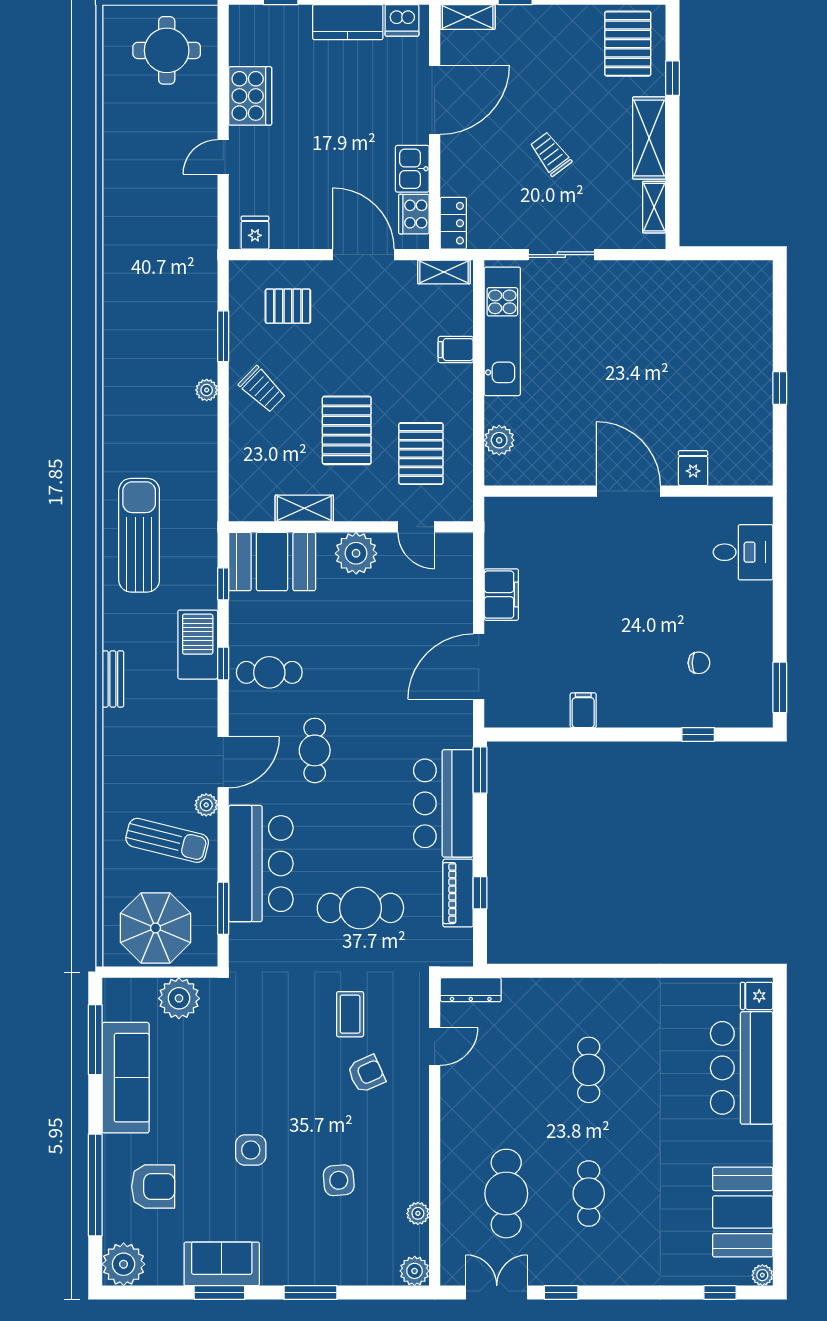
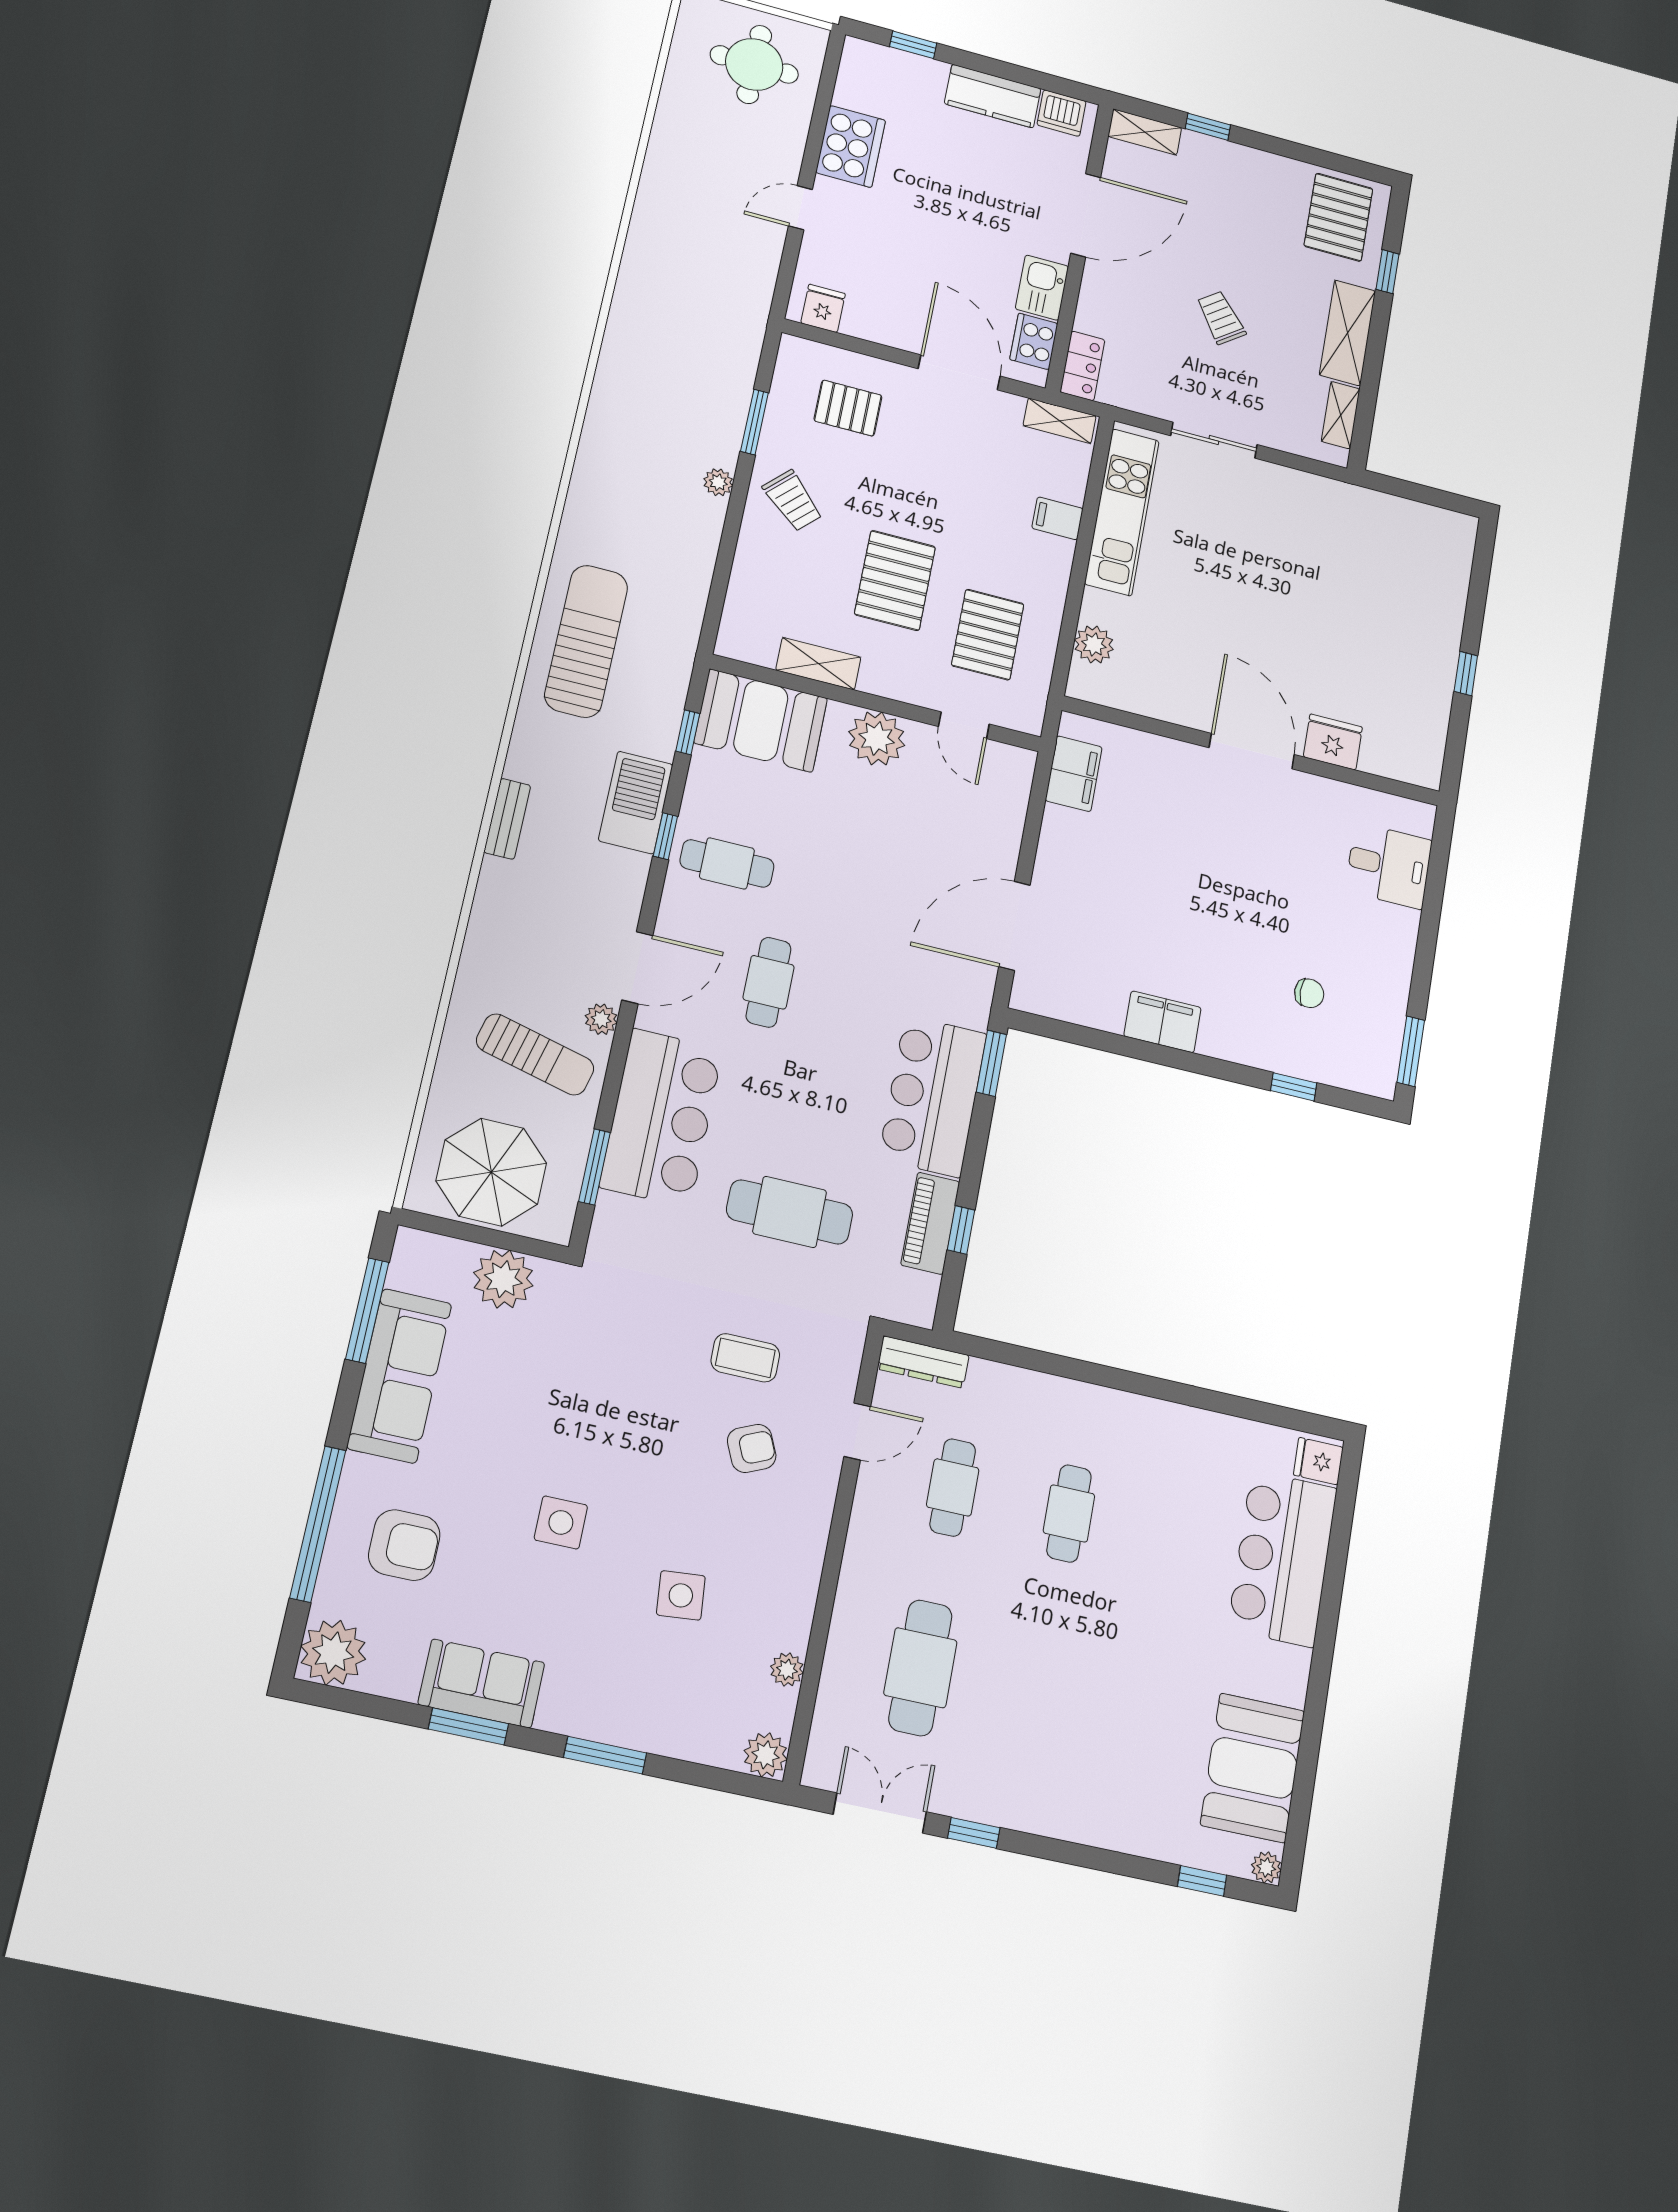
fridge: (693, 468) -> (1333, 742), width x1.38
filing cabinet: (501, 595) -> (1074, 774), moved
filing cabinet: (583, 710) -> (1163, 1022), width x2.00
coffee table: (350, 1014) -> (745, 1358), turned 90
cafe table: (589, 1194) -> (953, 1487), moved

